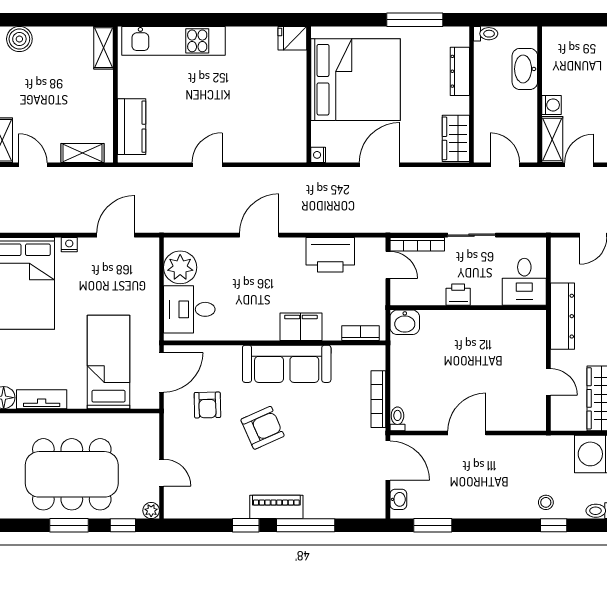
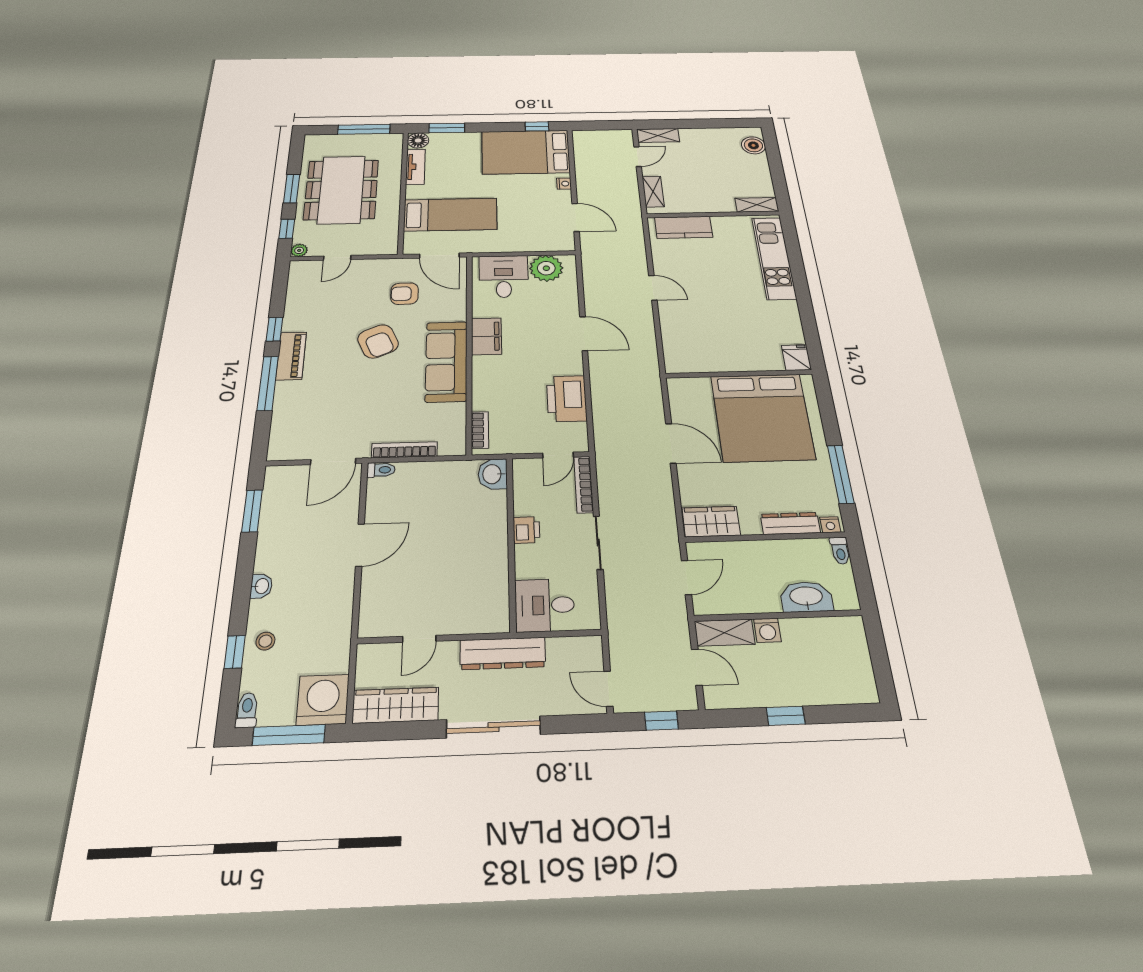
nightstand: (318, 155) -> (830, 525), moved, turned 180
filing cabinet: (301, 327) -> (486, 336), moved
door: (467, 433) -> (360, 545), hinge flipped
washbasin: (398, 499) -> (261, 586), moved, turned -90

